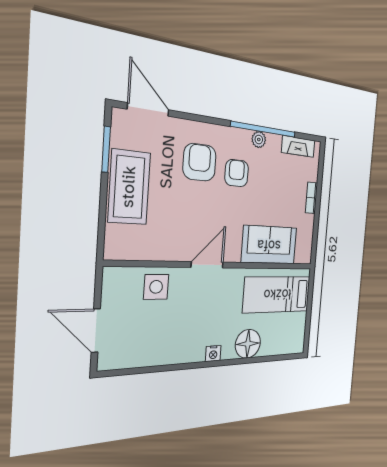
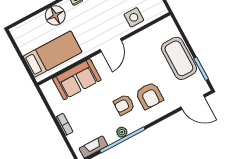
armchair: (237, 173) -> (124, 105), turned 90

